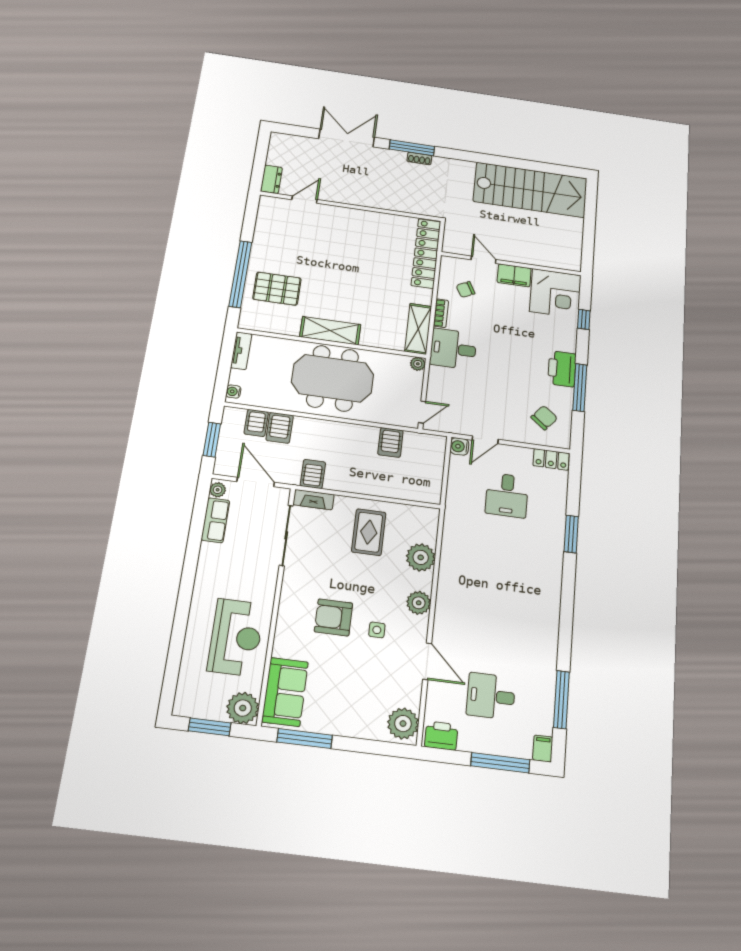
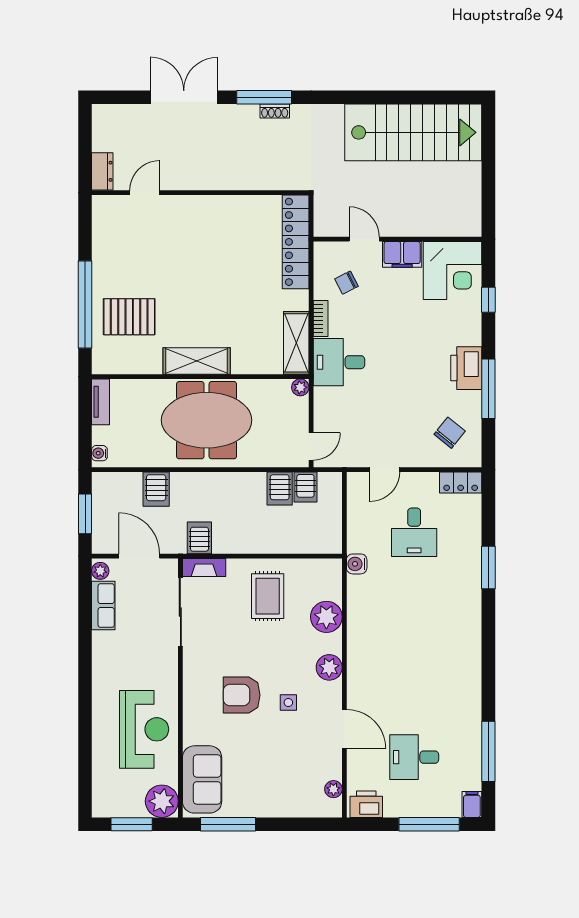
server rack: (256, 423) -> (305, 487), moved
water cooler: (459, 446) -> (357, 564), moved
plant: (403, 724) -> (333, 789), width x0.53, depth x0.53

